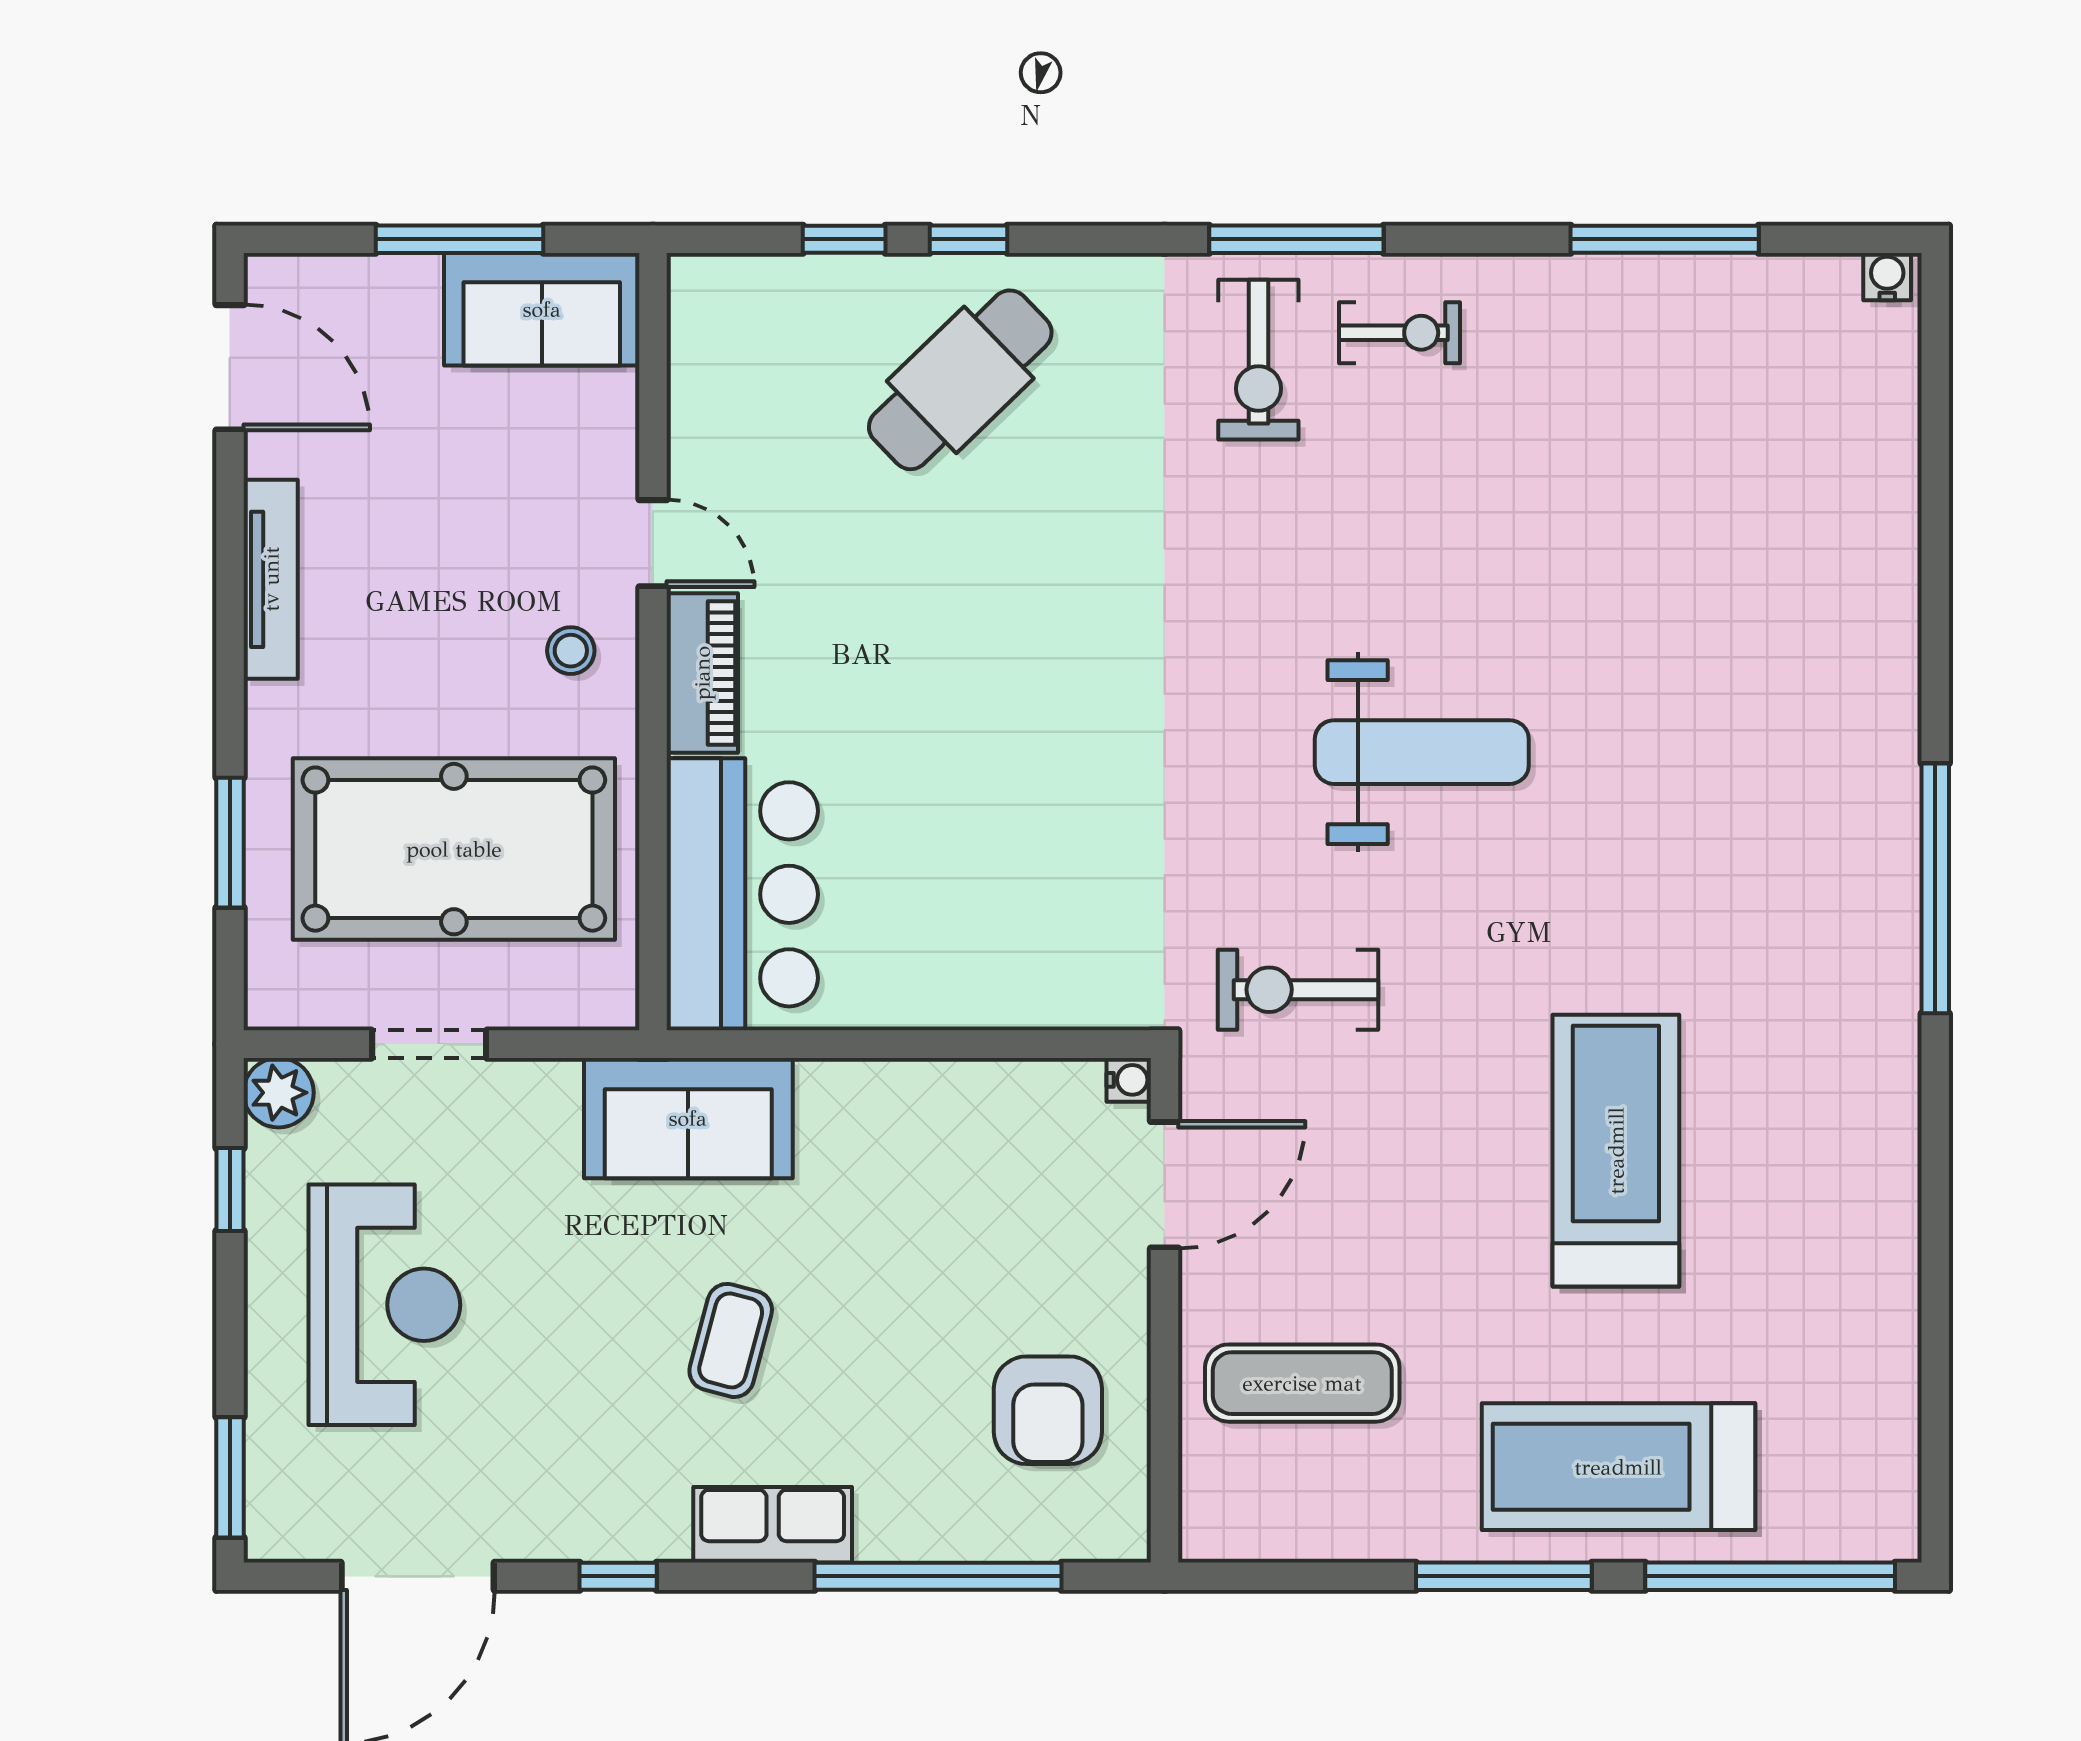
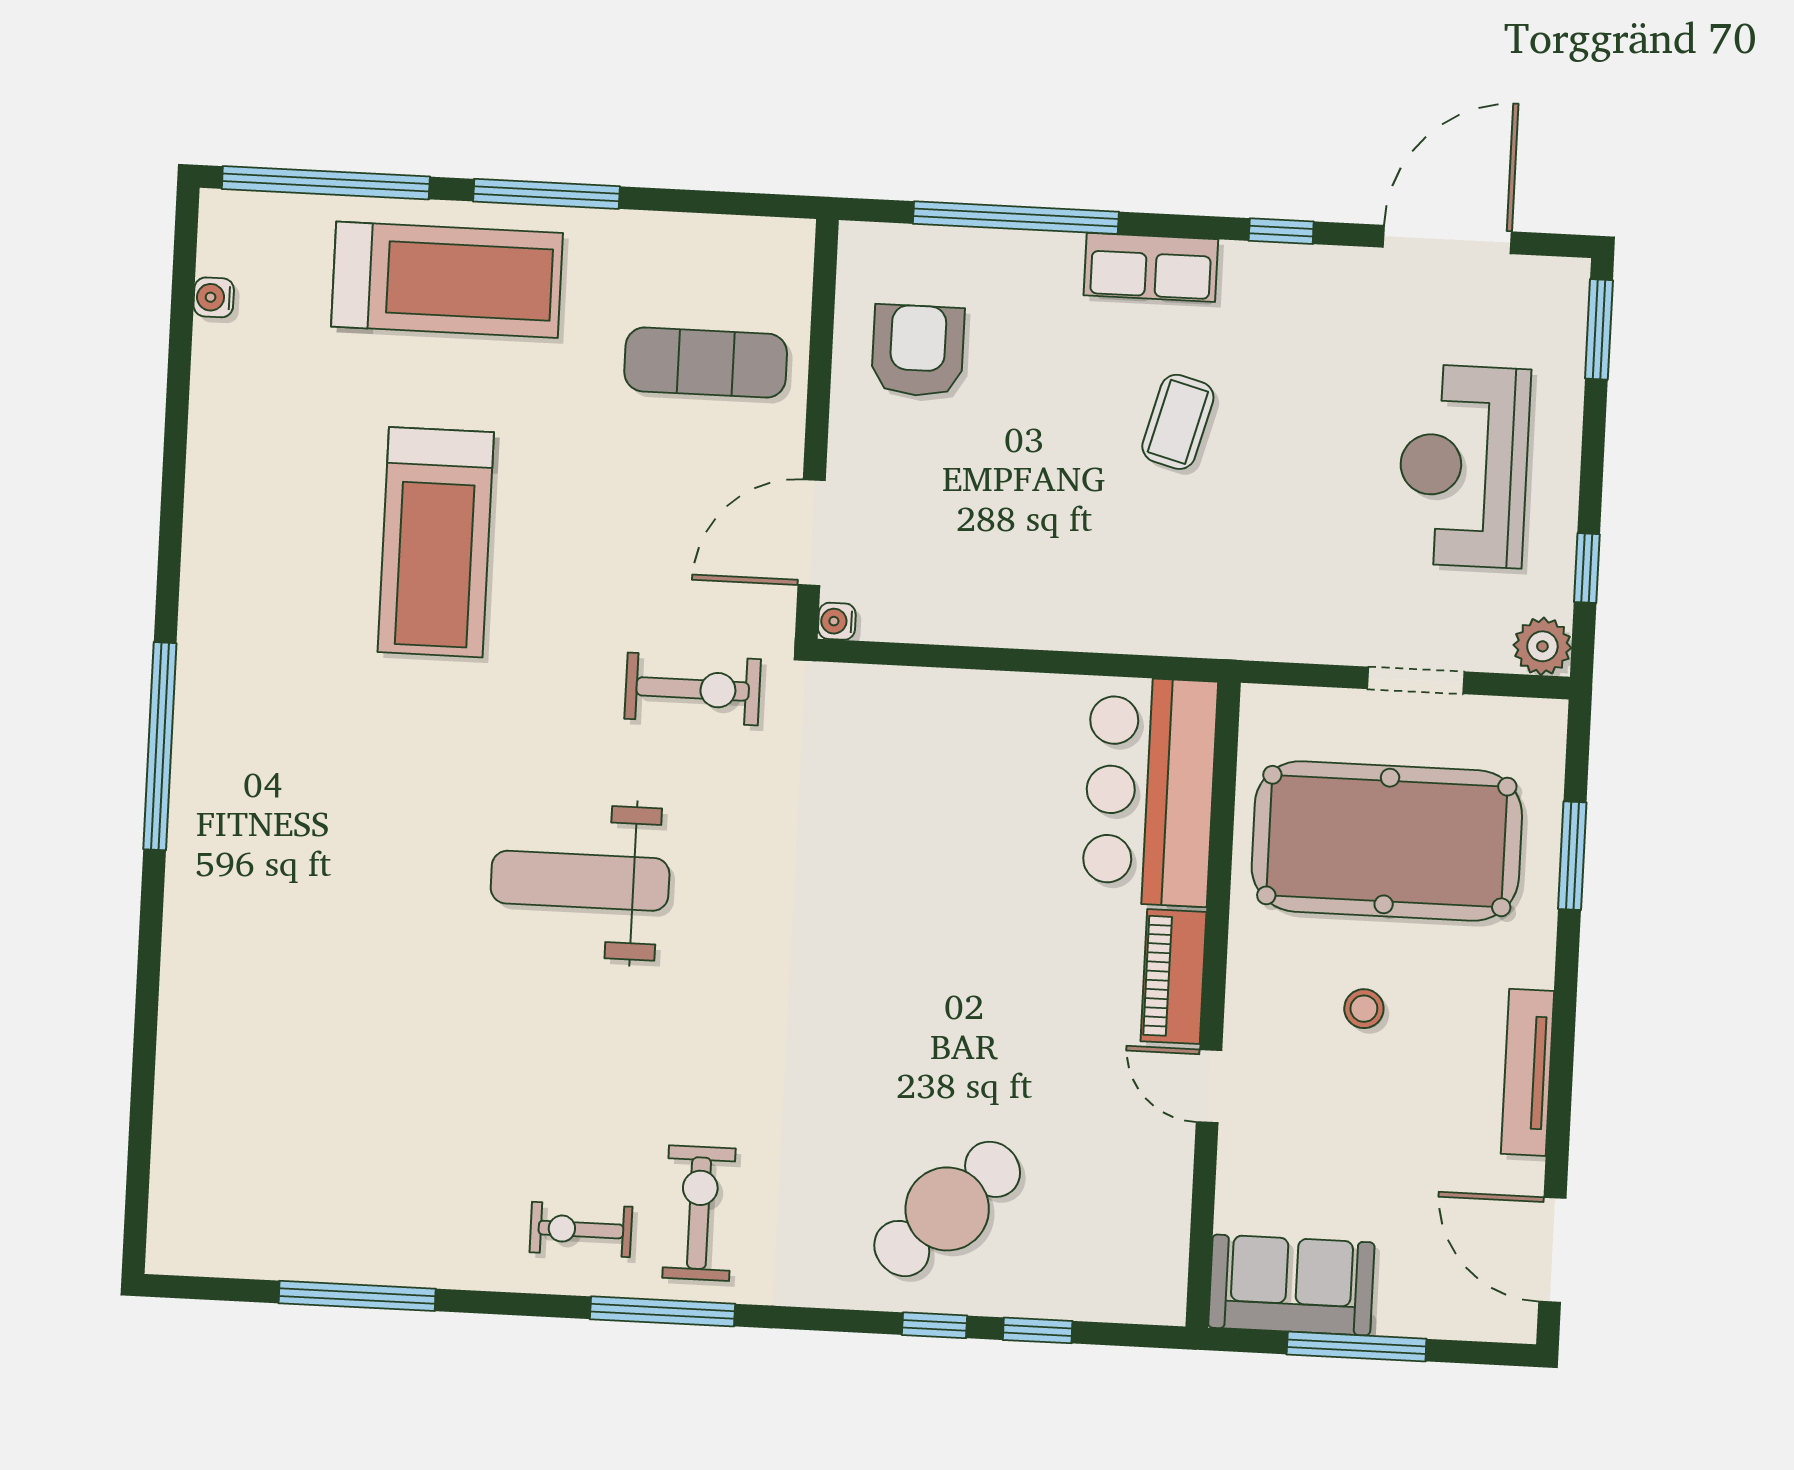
water cooler: (1887, 277) -> (214, 297), moved, turned 90
stool: (571, 651) -> (1364, 1009), moved
sofa: (688, 1118) -> (1204, 608), removed

